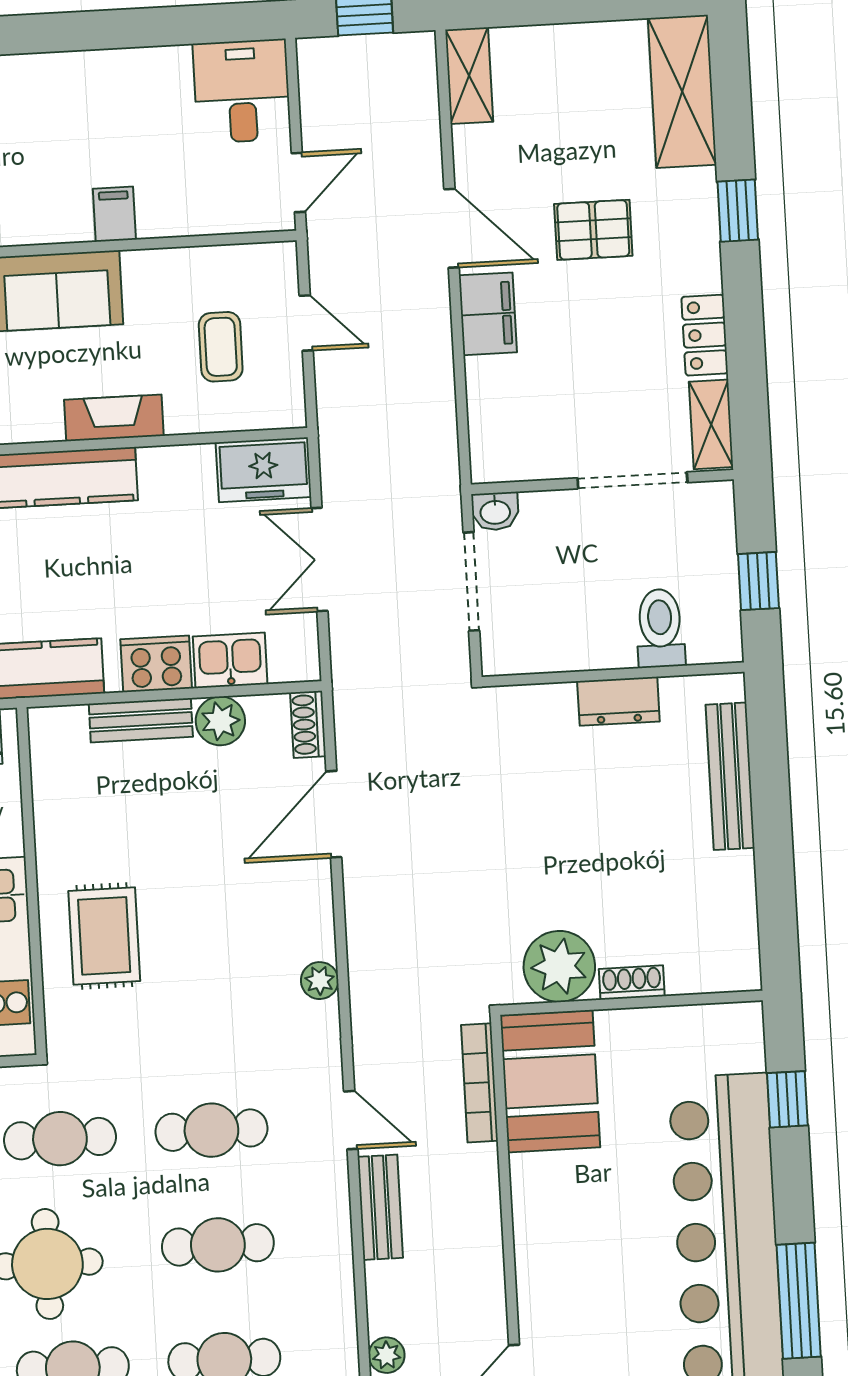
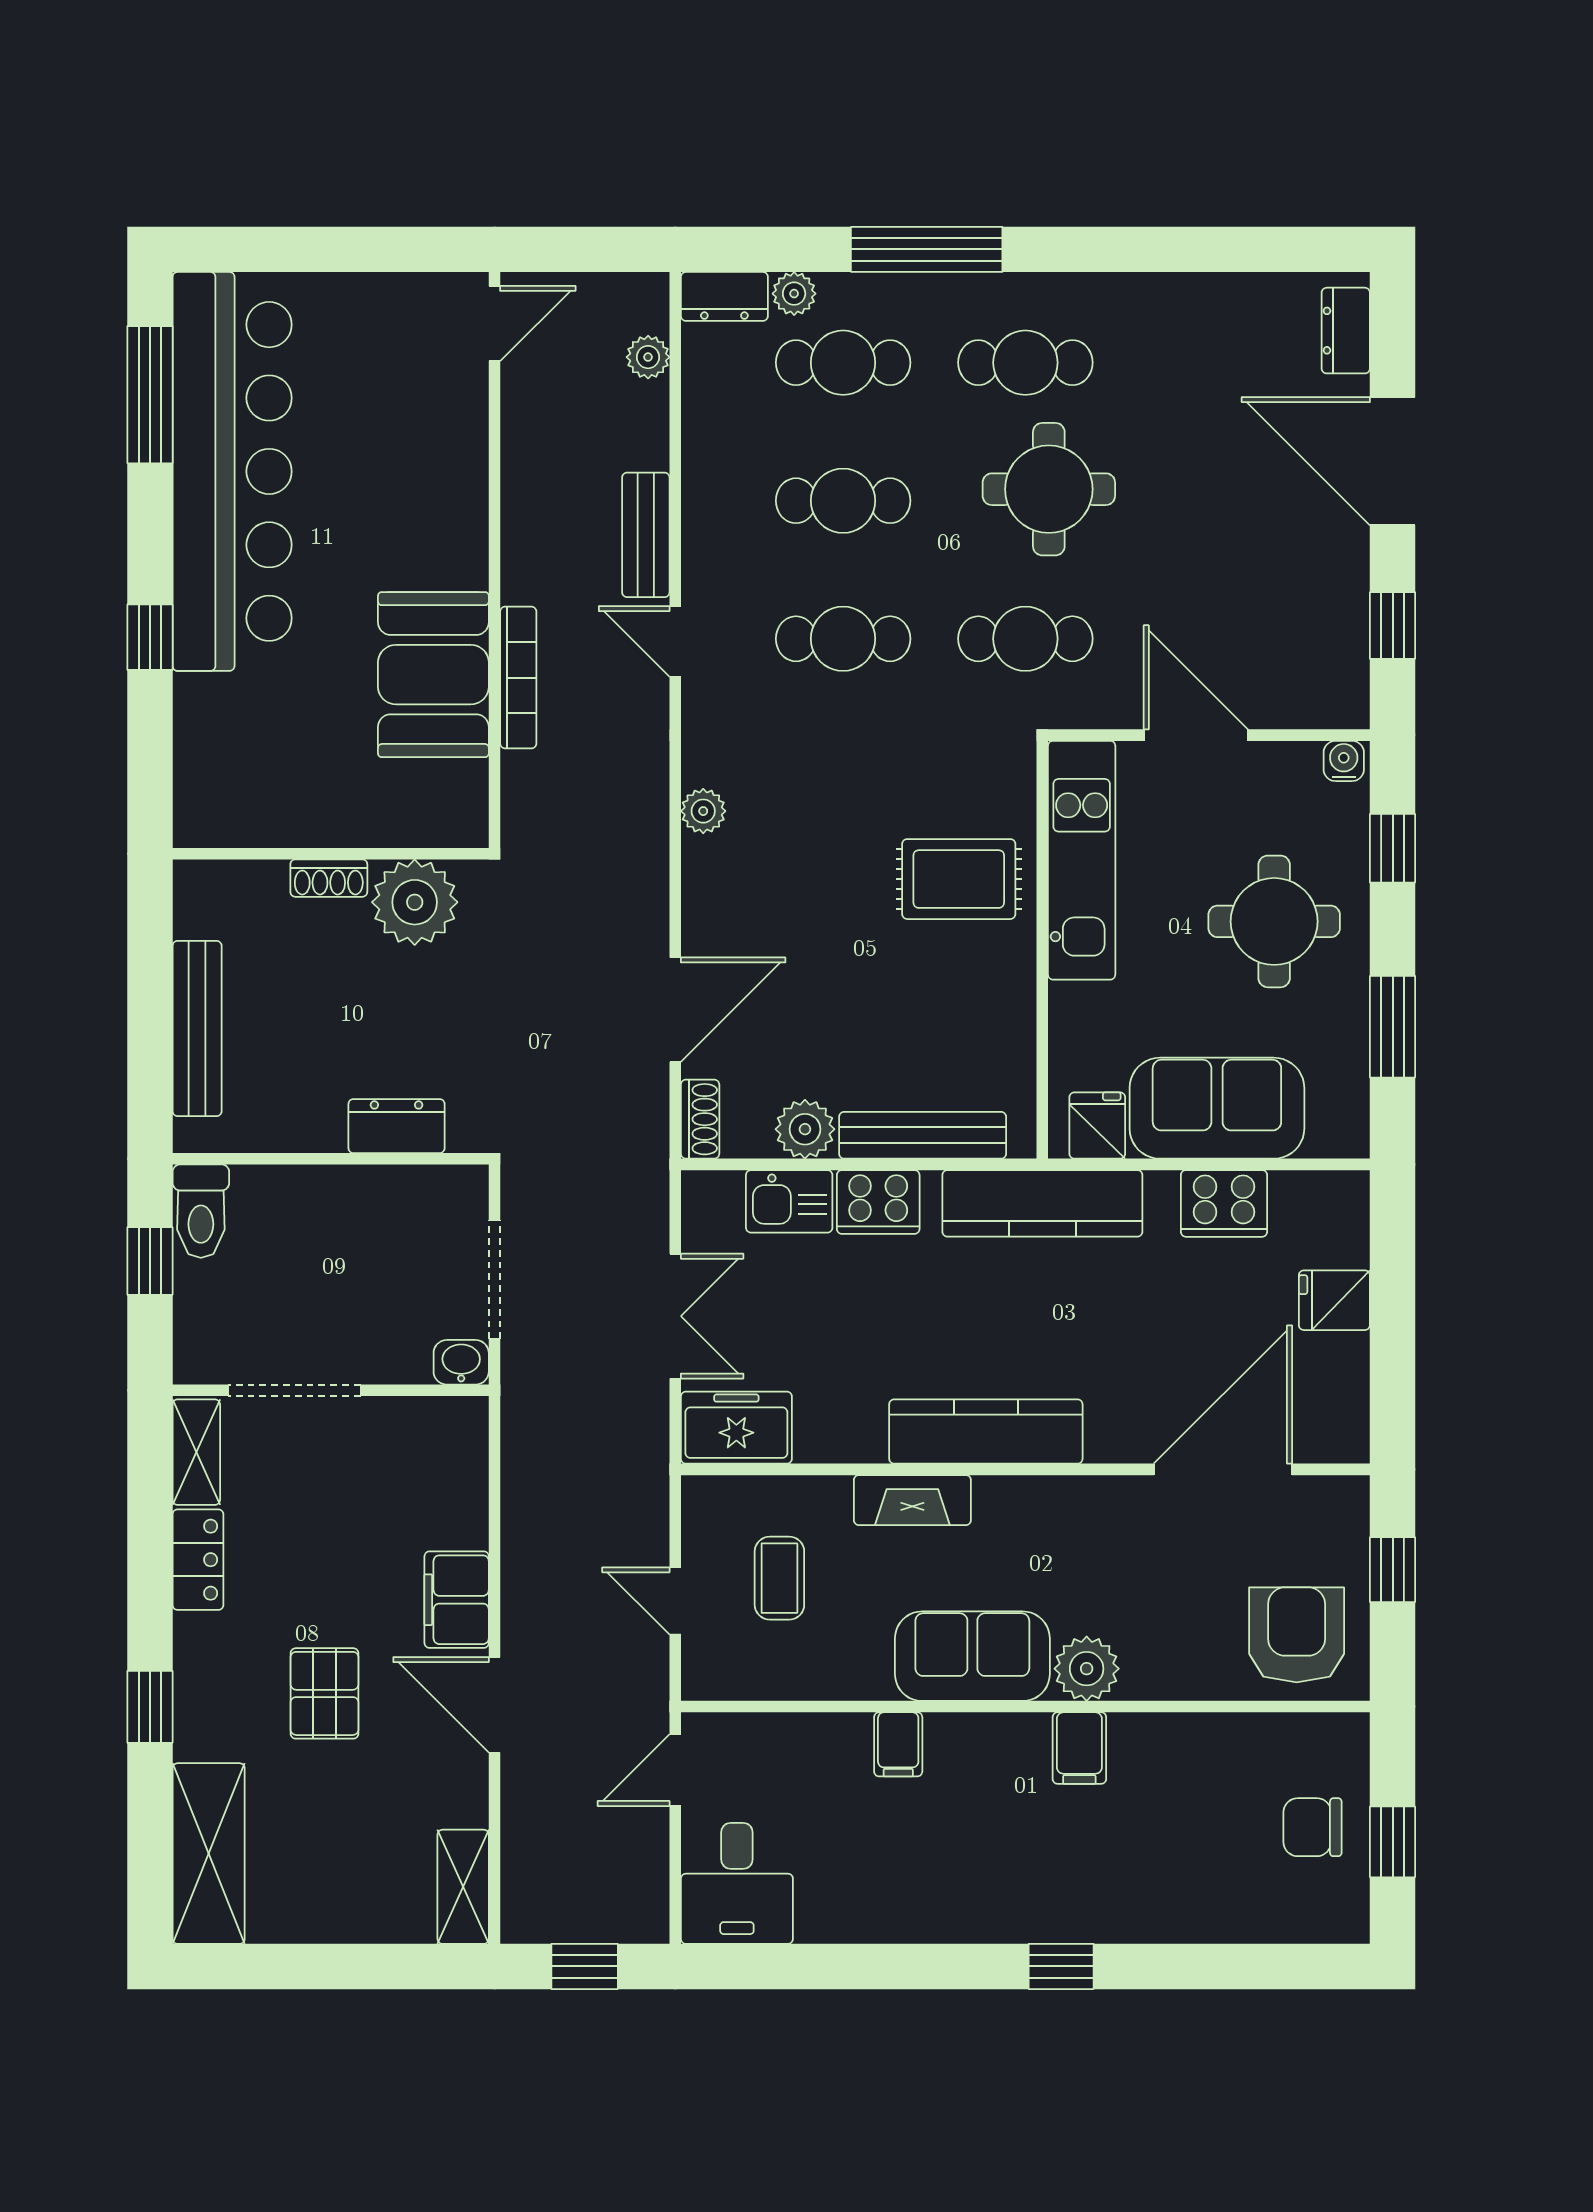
pallet: (593, 230) -> (325, 1693), turned 90
toilet: (660, 628) -> (201, 1211), moved
dresser: (618, 701) -> (397, 1126), moved
bench: (141, 720) -> (923, 1135), width x1.36
rug: (104, 936) -> (959, 879), turned 90
plant: (559, 966) -> (415, 902), moved
shoe rack: (632, 983) -> (329, 878), moved
wall: (631, 1003) -> (331, 854), moved

